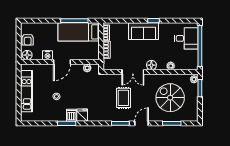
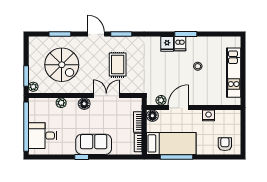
armchair: (28, 40) -> (225, 144), moved
floor lamp: (27, 55) -> (152, 116), moved
door: (62, 62) -> (178, 108), moved
door: (141, 123) -> (96, 34), swing flipped

